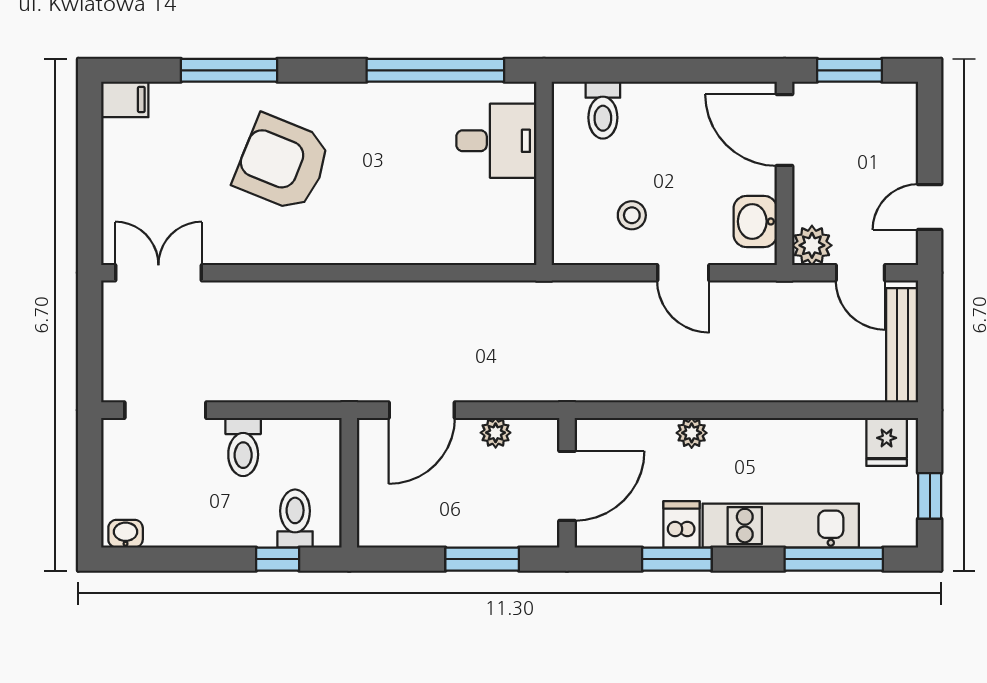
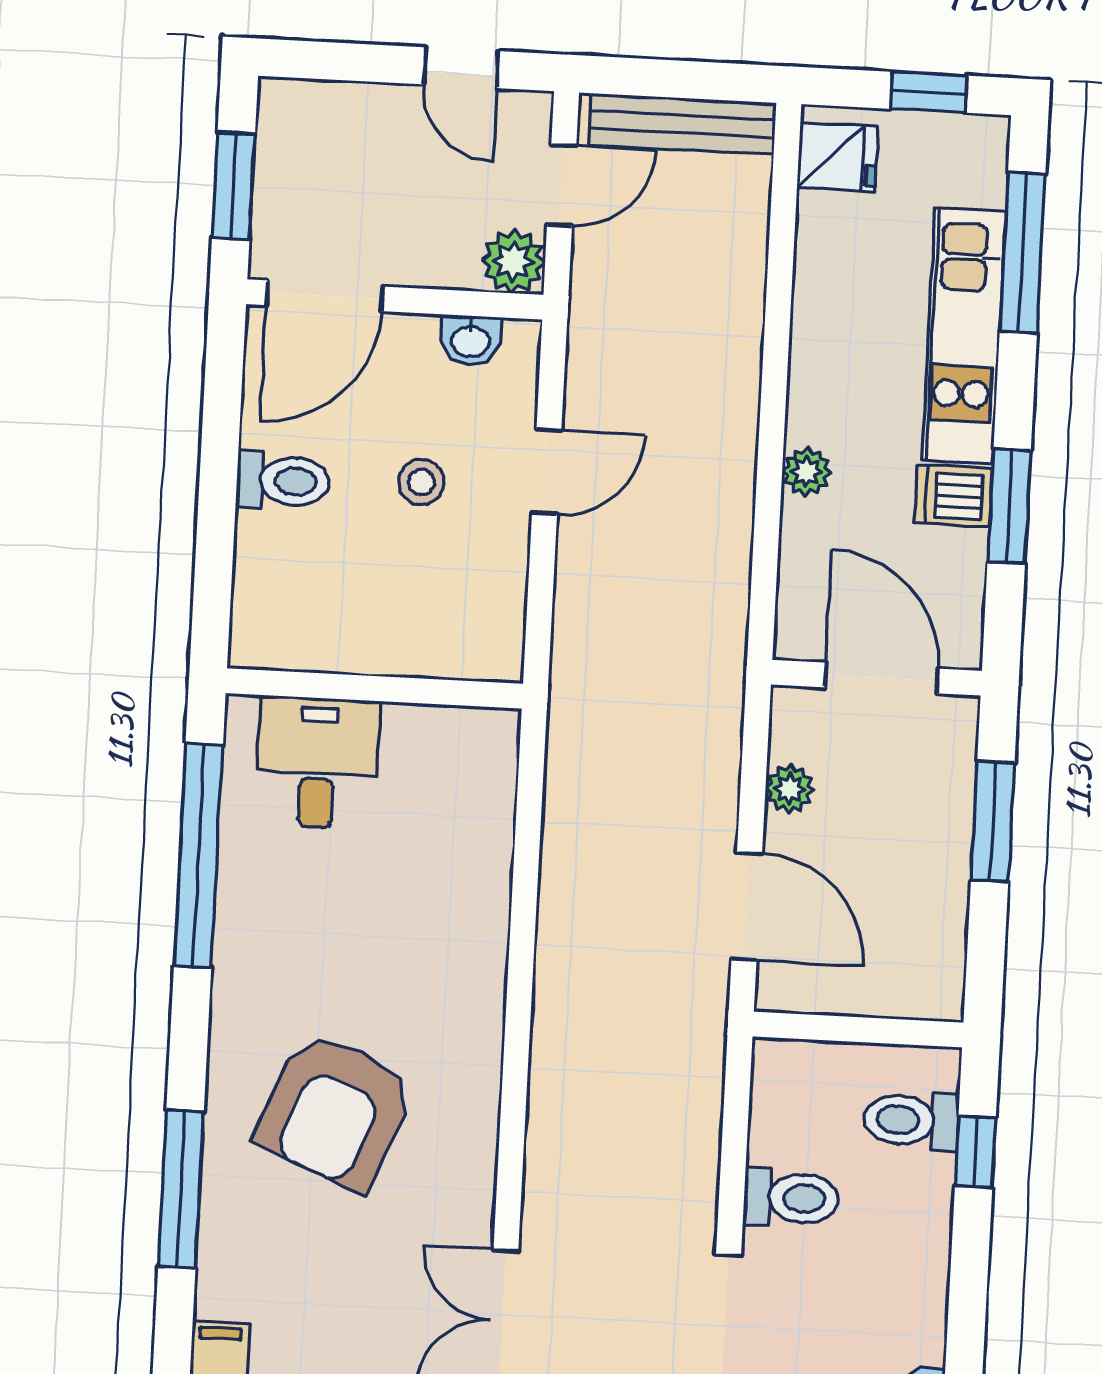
toilet: (603, 110) -> (283, 481), moved
stool: (632, 215) -> (421, 482), moved
washbasin: (755, 221) -> (471, 340), width x0.72, depth x0.69

